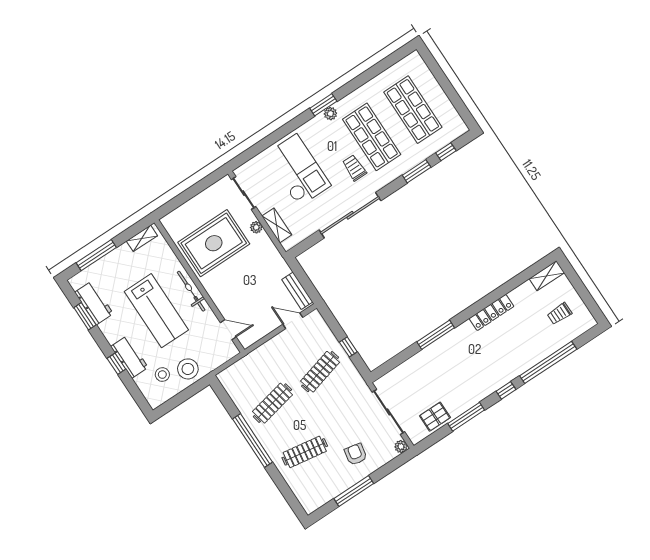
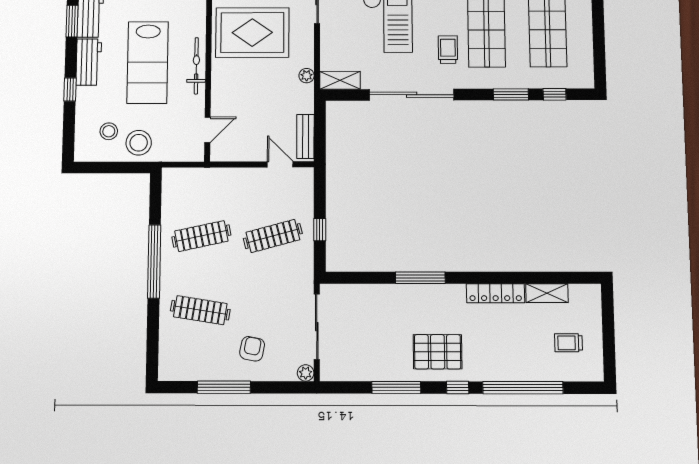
shelving: (277, 225) -> (340, 80), moved, turned 90
plant: (256, 227) -> (307, 76), moved
shelving: (547, 276) -> (547, 293), moved
door: (228, 330) -> (207, 130), hinge flipped
workbench: (129, 357) -> (89, 62), moved
pallet: (435, 417) -> (438, 352), moved, width x1.50, depth x1.42

